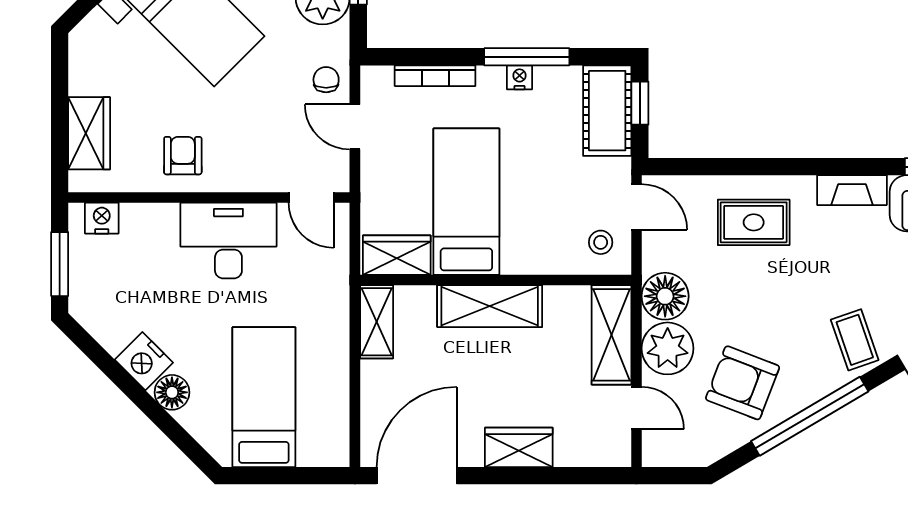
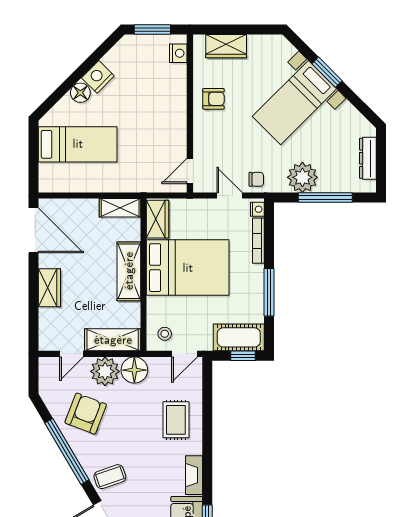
nightstand: (520, 77) -> (257, 209), moved
door: (355, 127) -> (230, 196), hinge flipped
bed: (466, 202) -> (188, 268), width x1.50
desk: (228, 241) -> (166, 124), removed

